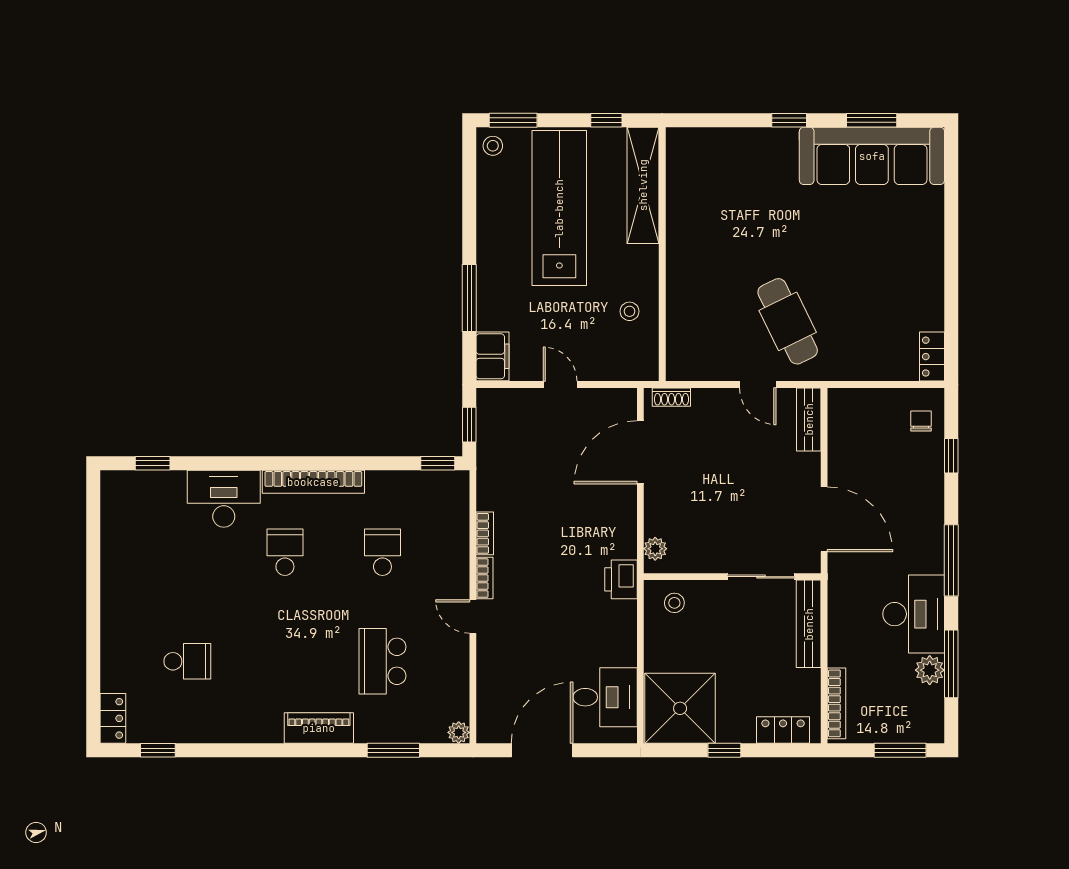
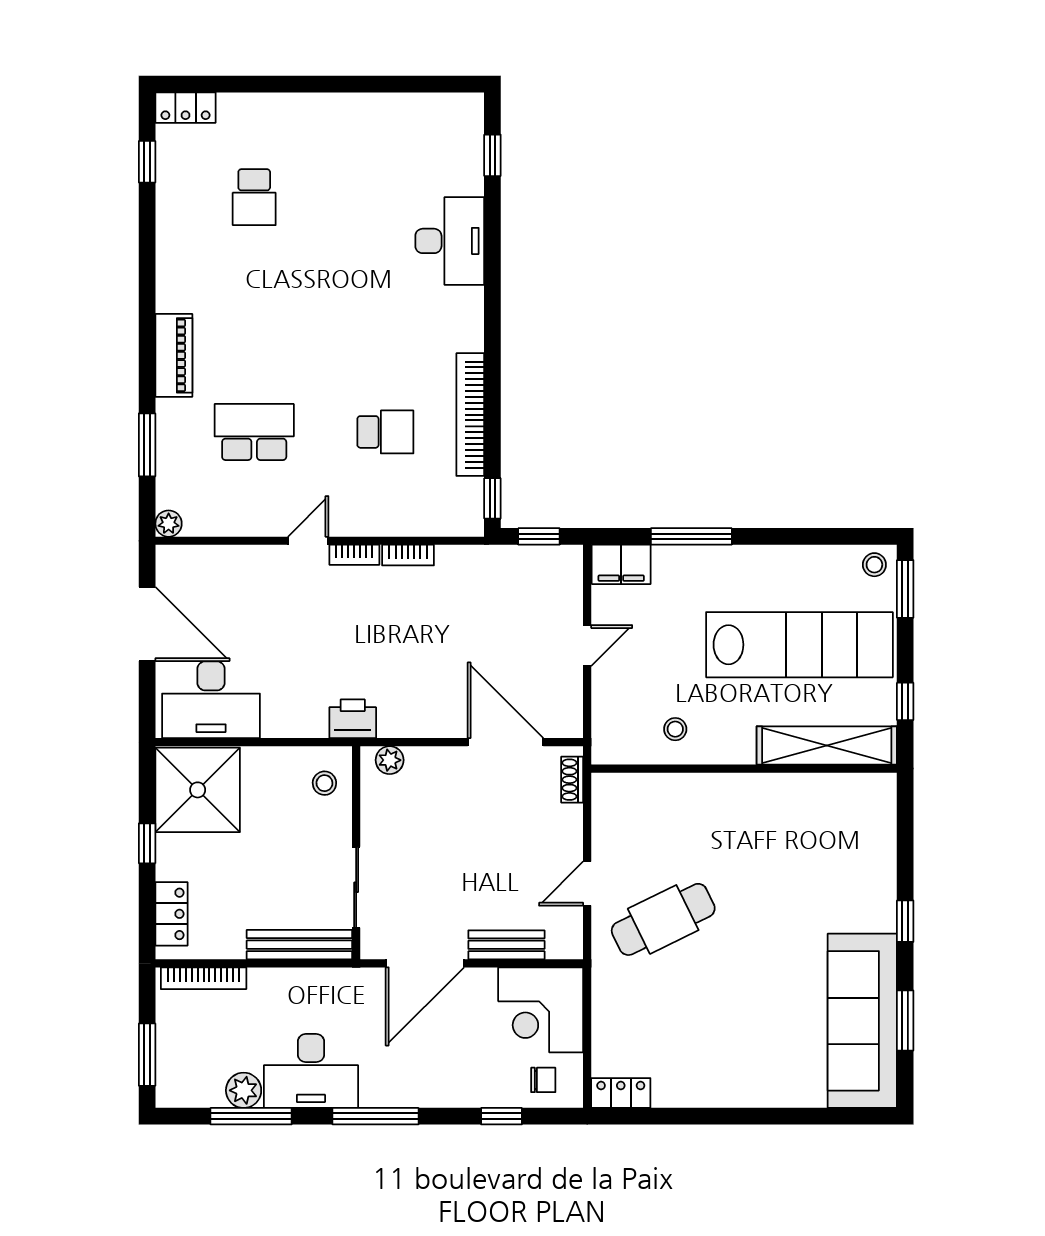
bench: (809, 419) -> (506, 945), moved
corner desk: (863, 423) -> (541, 1010), added
bookcase: (313, 482) -> (470, 415), moved
school desk: (285, 552) -> (385, 315), removed
desk: (605, 697) -> (211, 700), width x1.37

